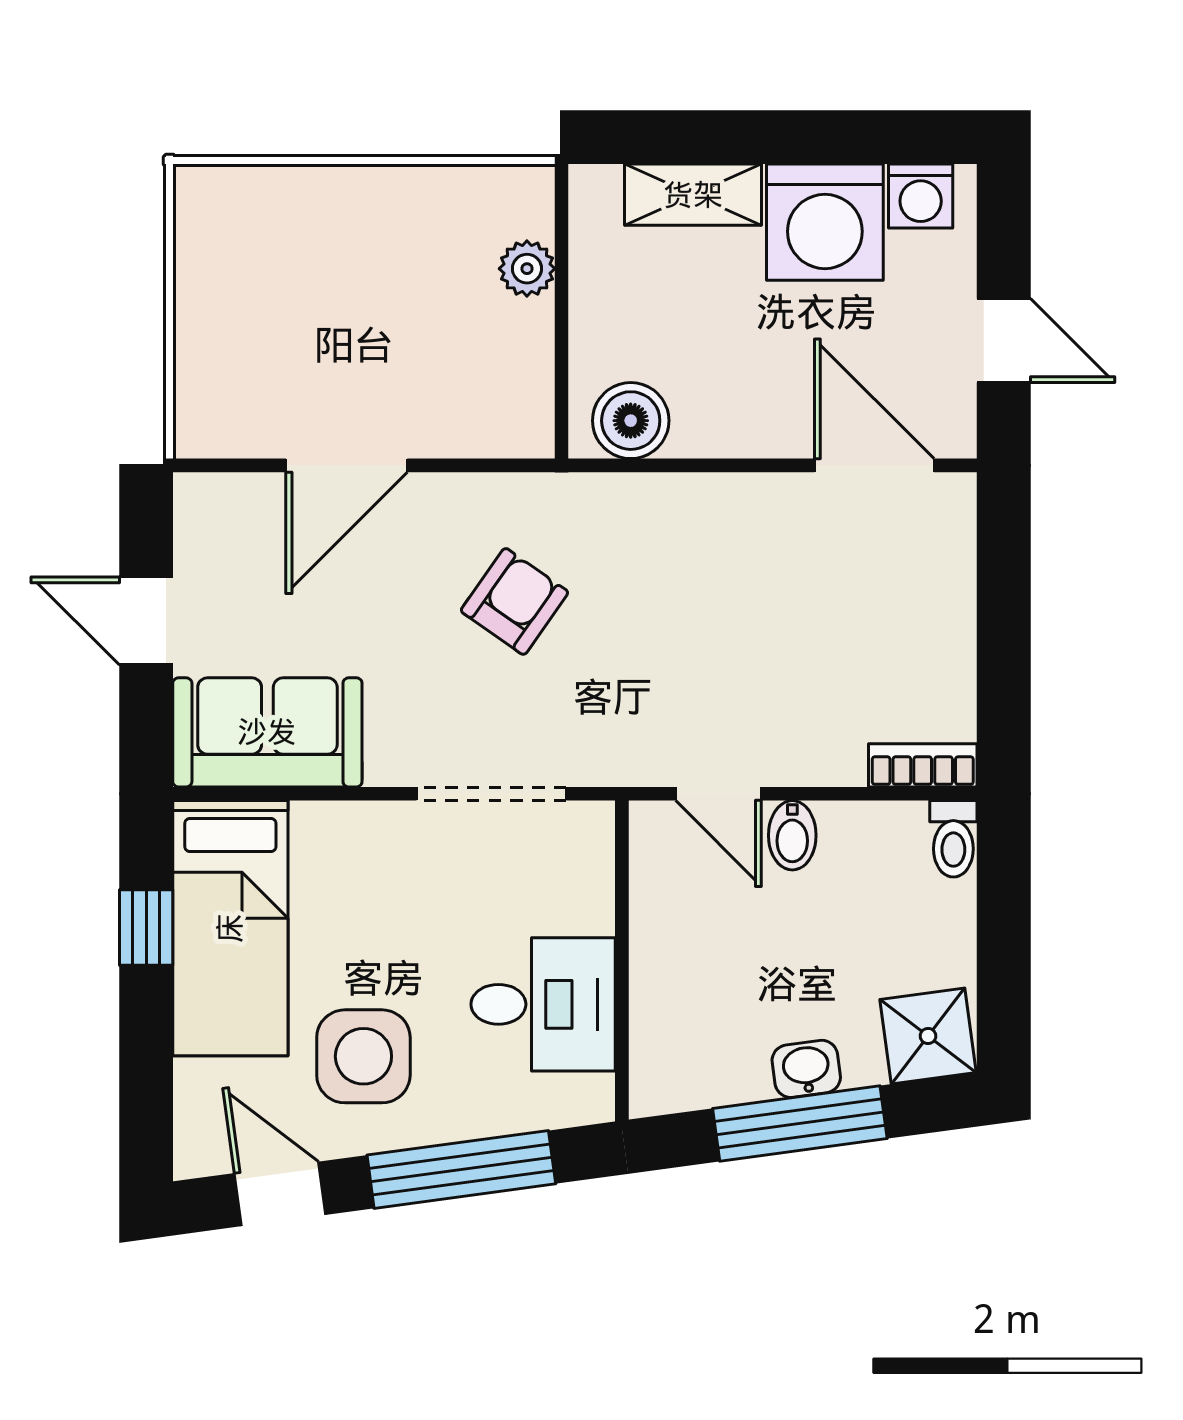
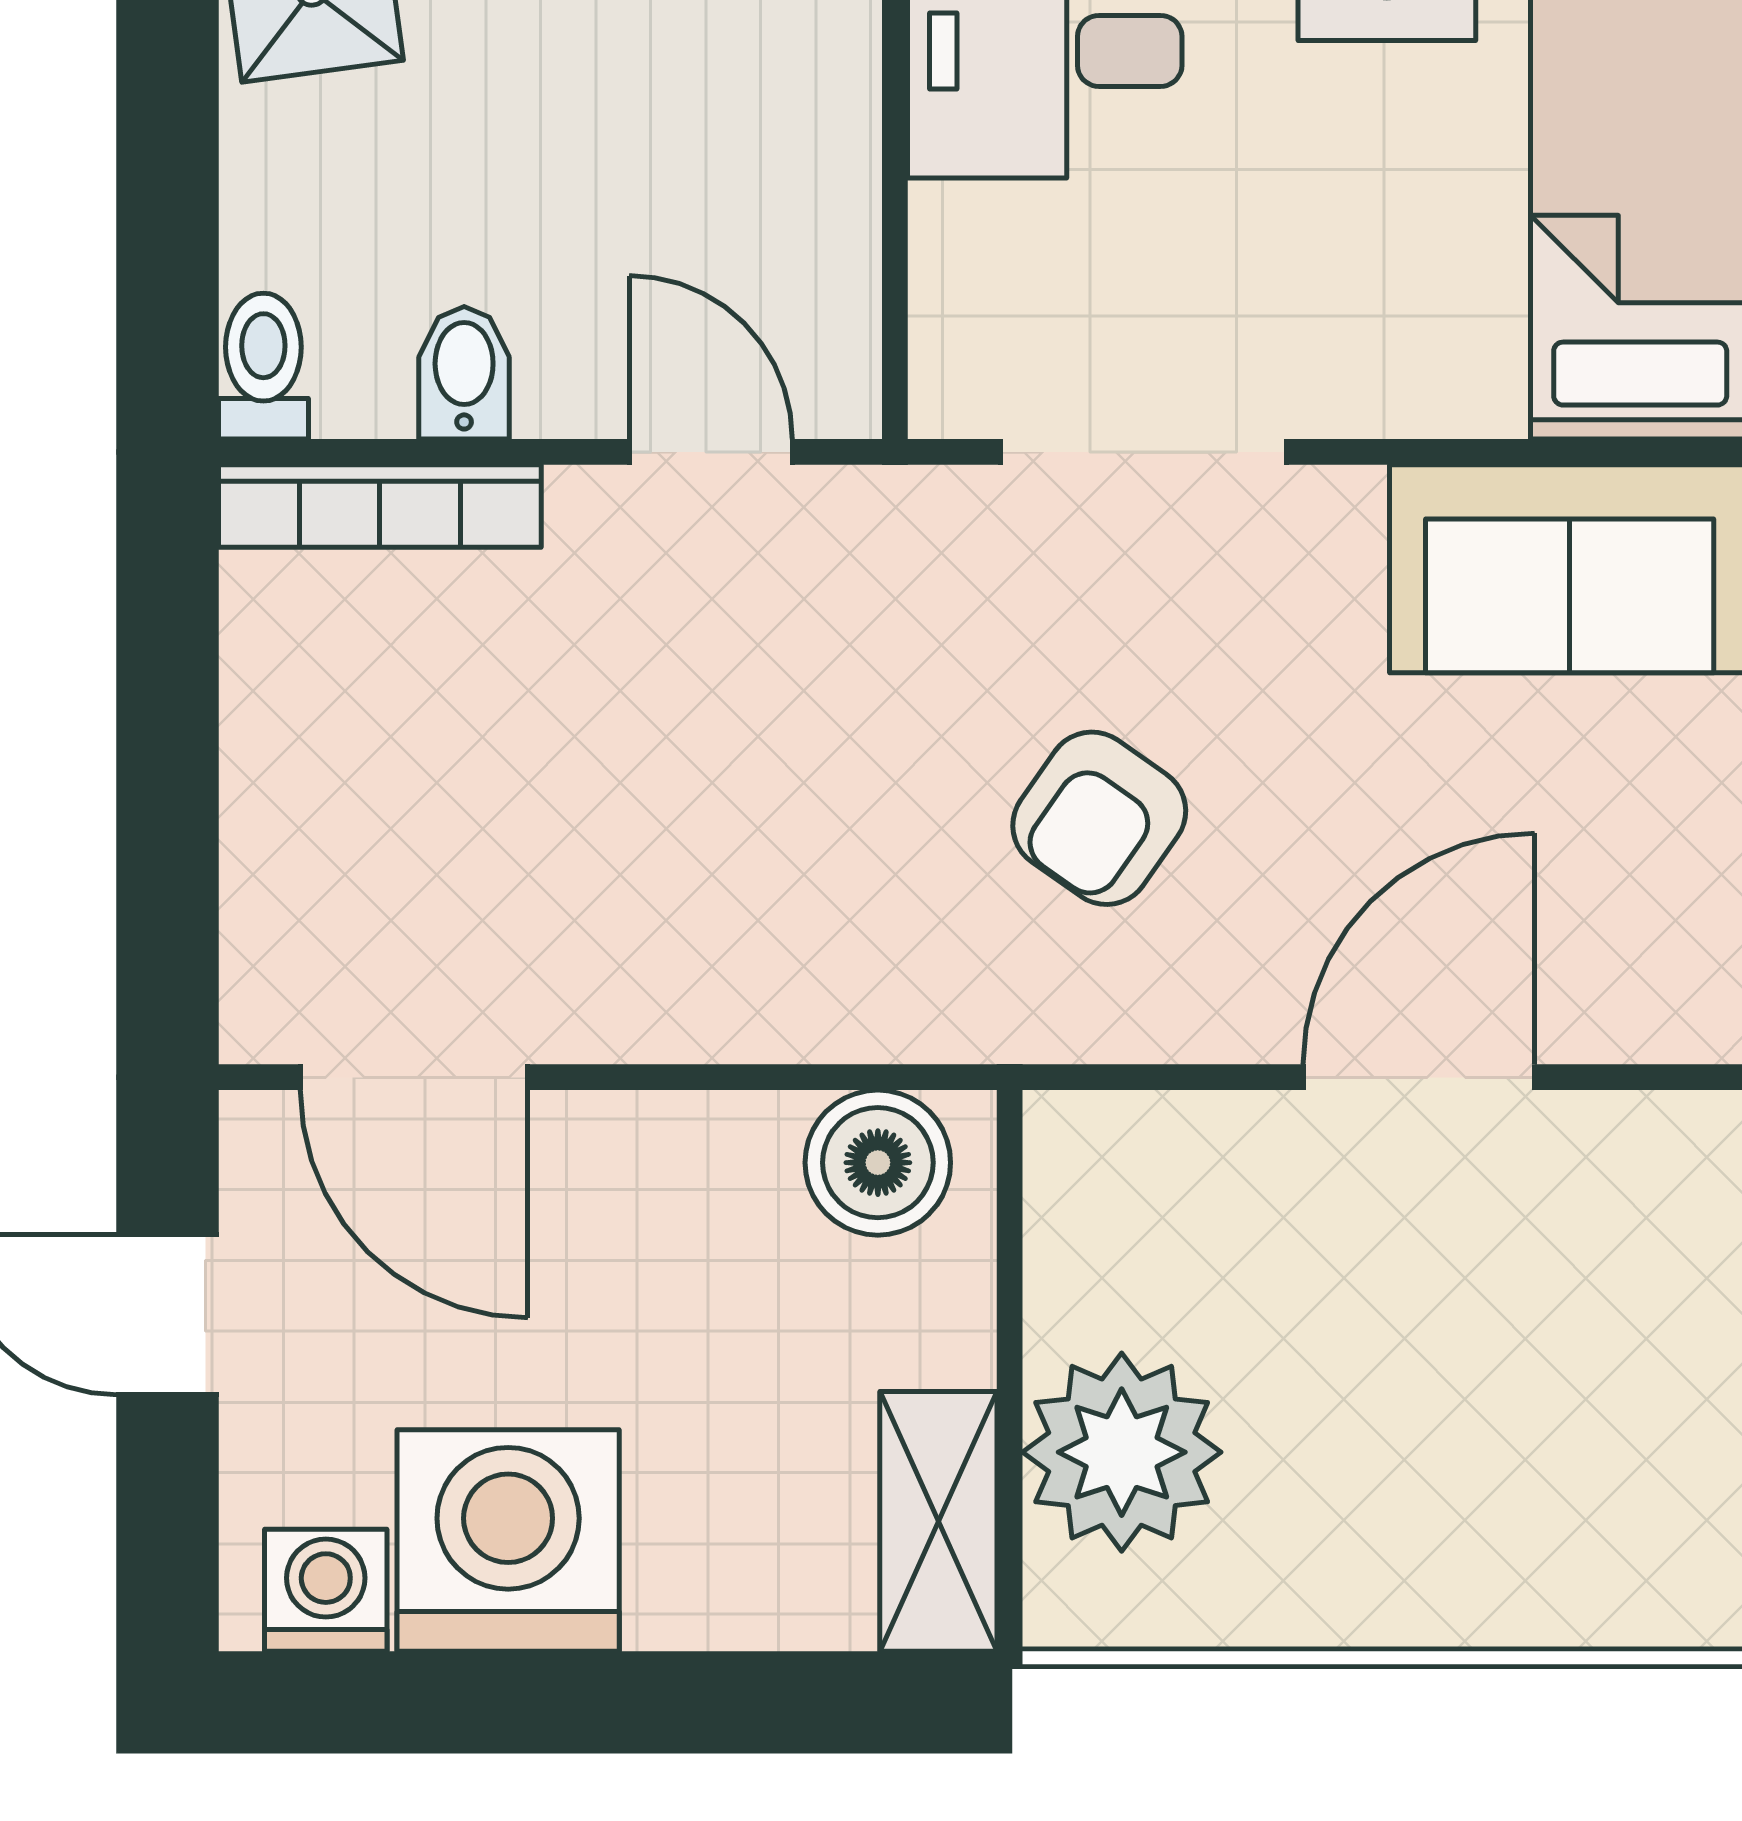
shelving: (693, 195) -> (938, 1521), moved, turned 90
plant: (527, 269) -> (1122, 1452), width x1.88, depth x1.88
bookcase: (923, 765) -> (380, 506), width x1.56
bidet: (792, 835) -> (464, 373), moved

